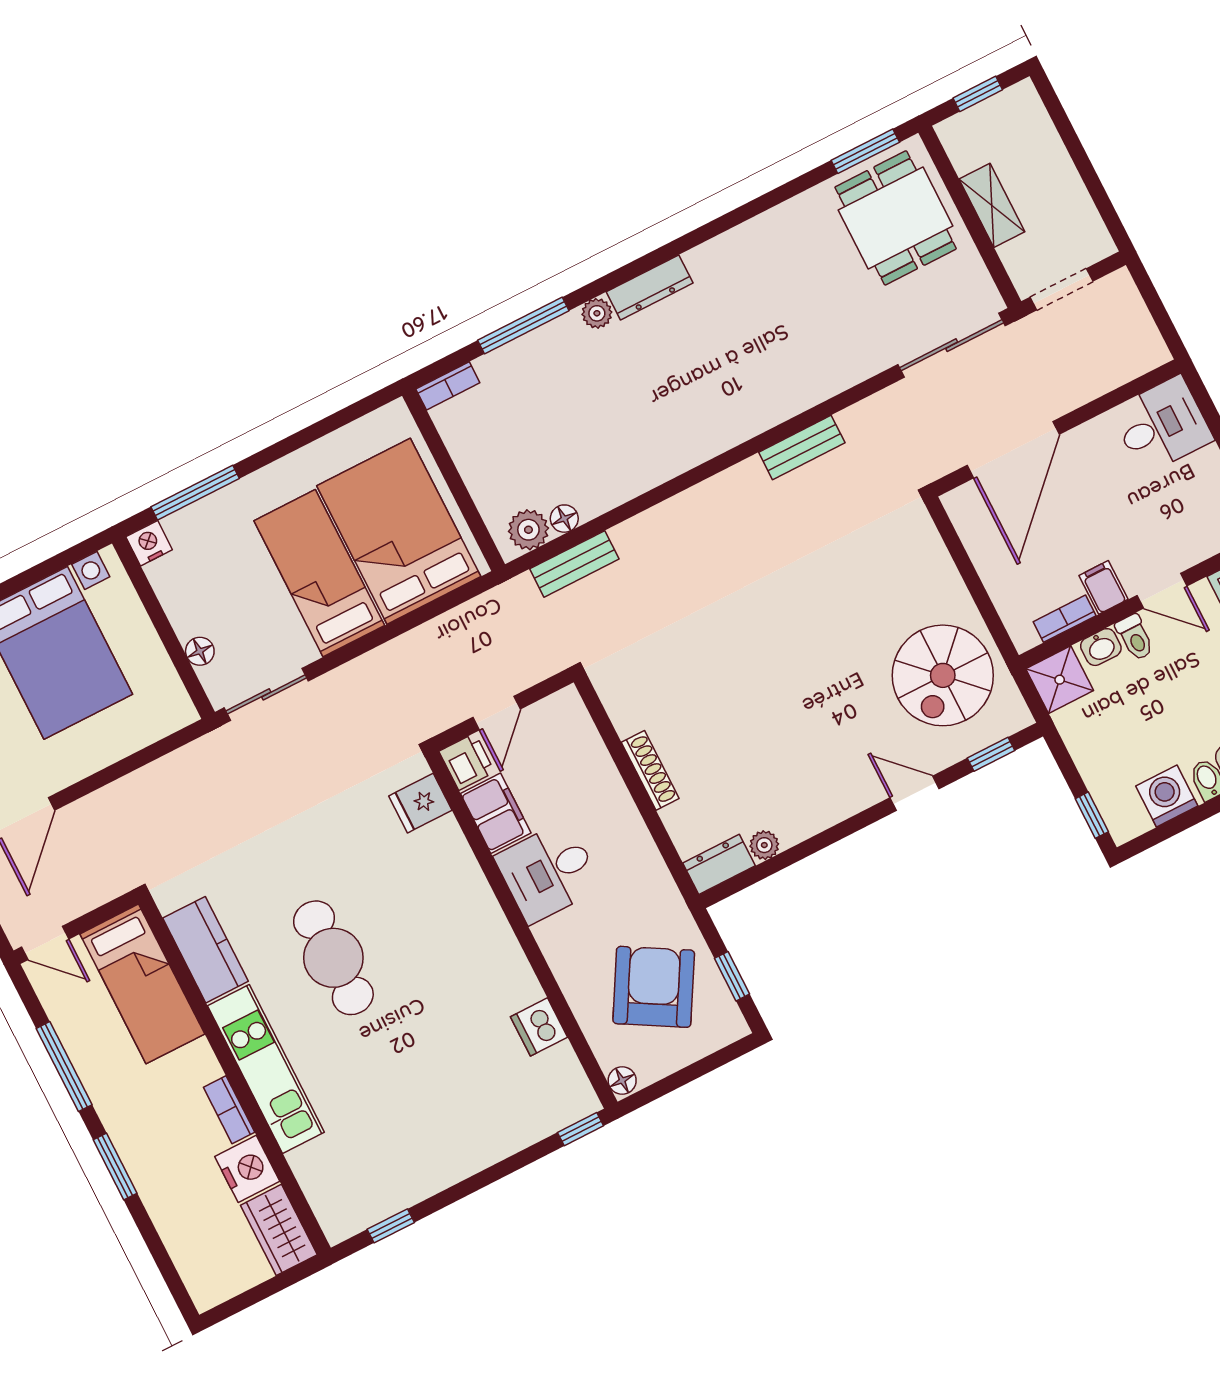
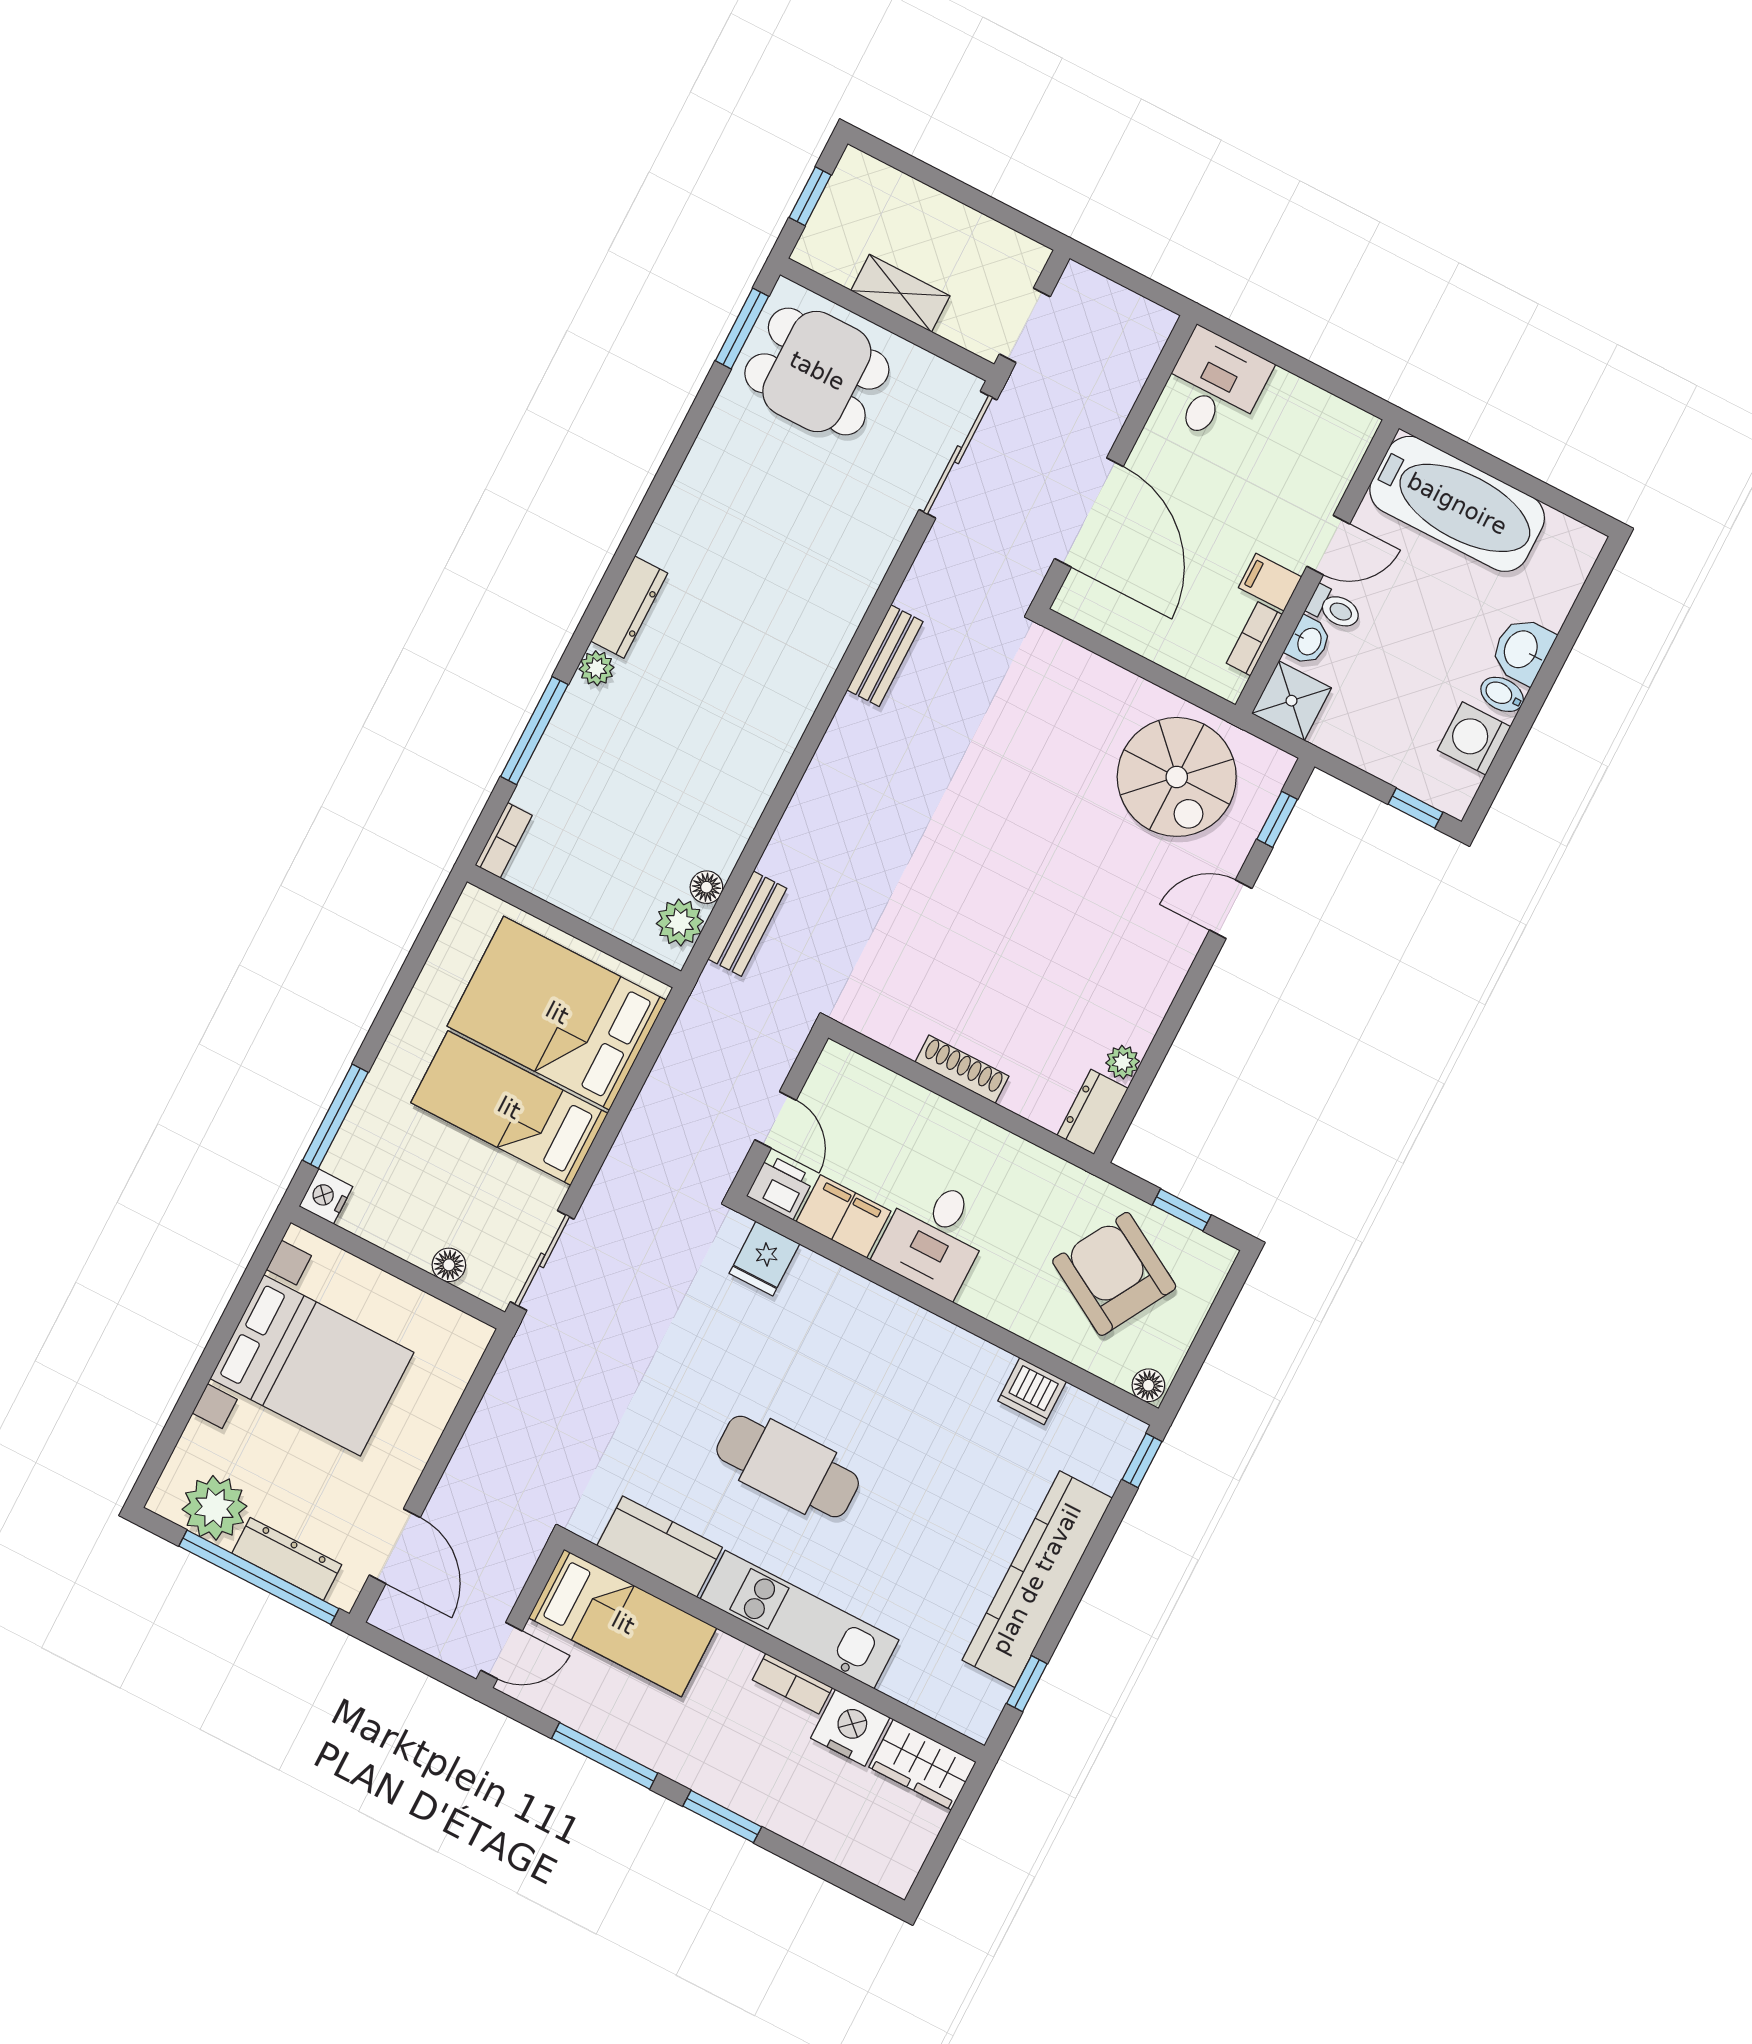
kitchen counter: (450, 1159) -> (1037, 1579), added

